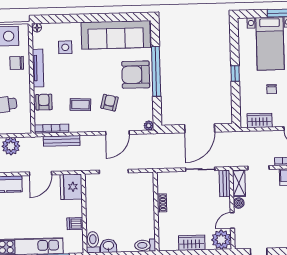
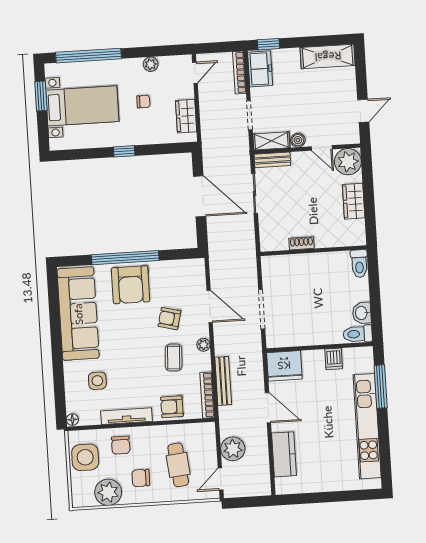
plant: (149, 126) -> (203, 345), moved

